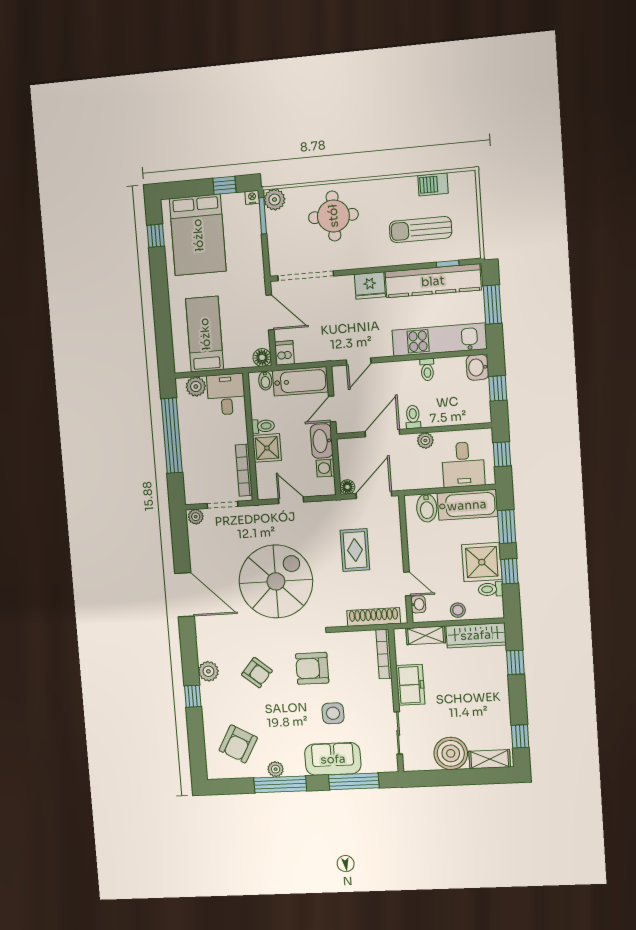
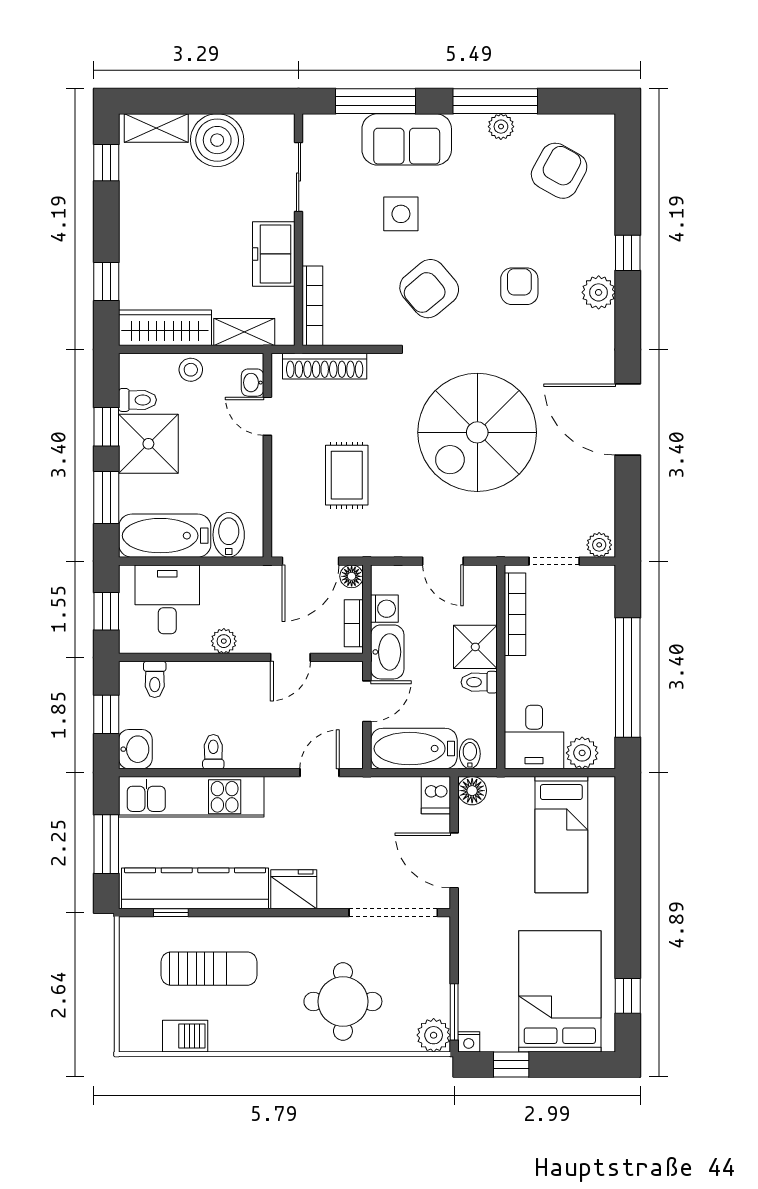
toilet: (413, 417) -> (155, 679), moved
door: (382, 433) -> (290, 657), width x0.73
bookcase: (344, 458) -> (354, 623), added
armchair: (312, 668) -> (429, 289), turned 140
armchair: (257, 673) -> (519, 286), turned 50

